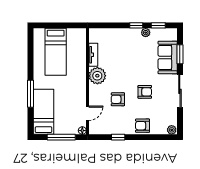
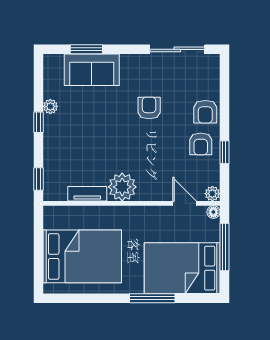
window: (158, 25) -> (38, 179), moved
bed: (56, 52) -> (82, 256), width x1.50
sliding door: (180, 91) -> (177, 49), moved
armchair: (118, 99) -> (201, 144), moved
bed: (43, 112) -> (182, 268), width x1.50
plant: (172, 130) -> (212, 194), moved

